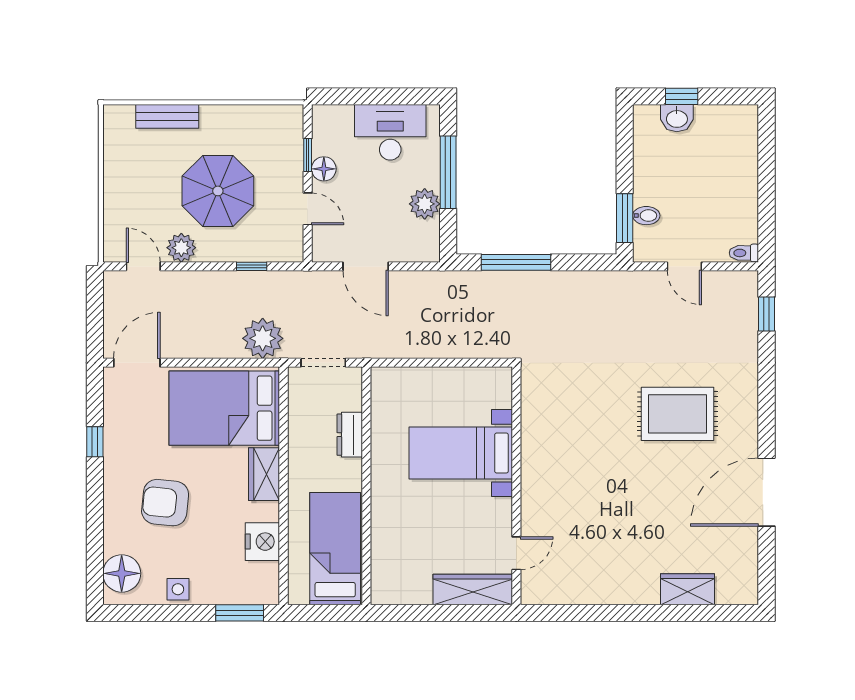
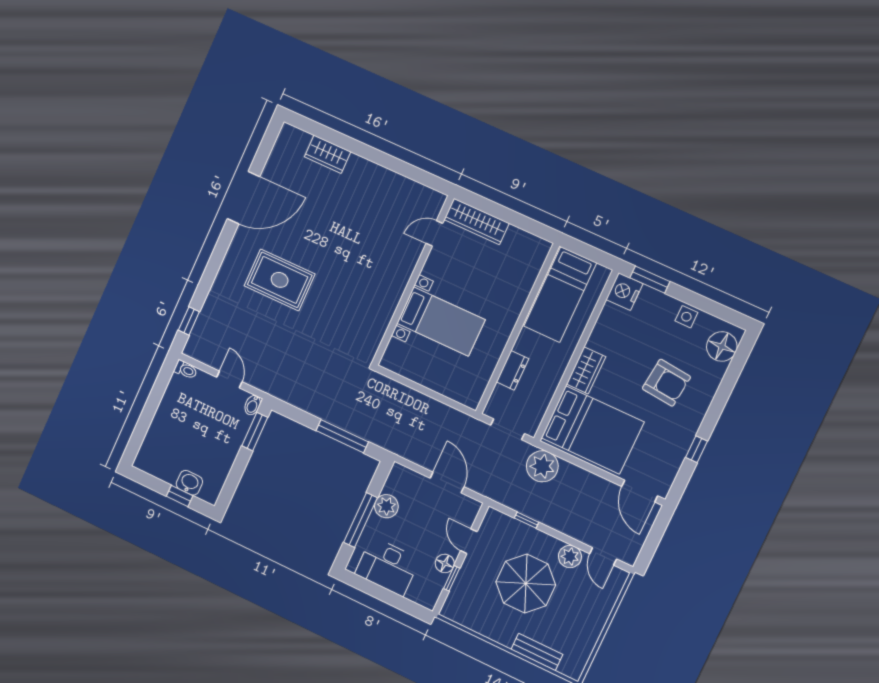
bidet: (646, 216) -> (253, 405), moved, turned -90
door: (137, 363) -> (640, 491), hinge flipped
nightstand: (262, 542) -> (624, 292), moved

